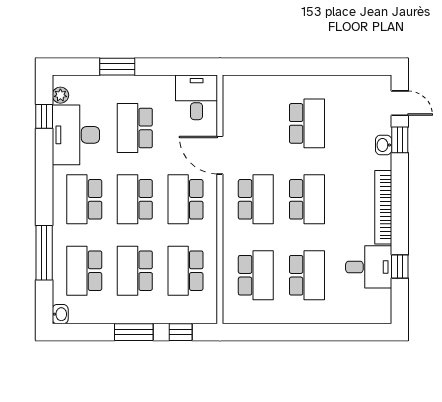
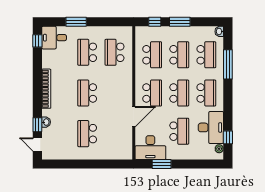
window: (117, 67) -> (162, 164), moved
desk: (197, 97) -> (150, 148), width x1.37
door: (220, 155) -> (134, 117), hinge flipped
school desk: (256, 199) -> (114, 93), removed
desk: (369, 267) -> (54, 38), moved
window: (400, 267) -> (37, 41), moved
window: (327, 332) -> (76, 22), added

